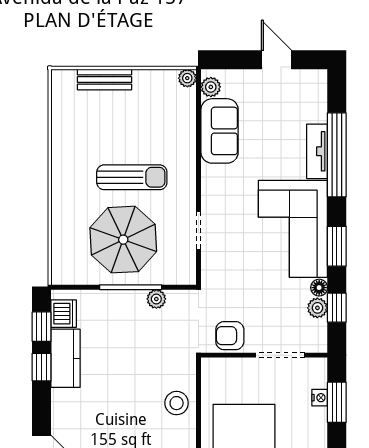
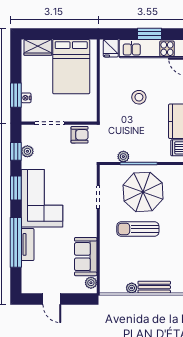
plant: (187, 78) -> (132, 288), moved
floor lamp: (319, 288) -> (26, 163), removed
stool: (177, 403) -> (139, 97), moved

